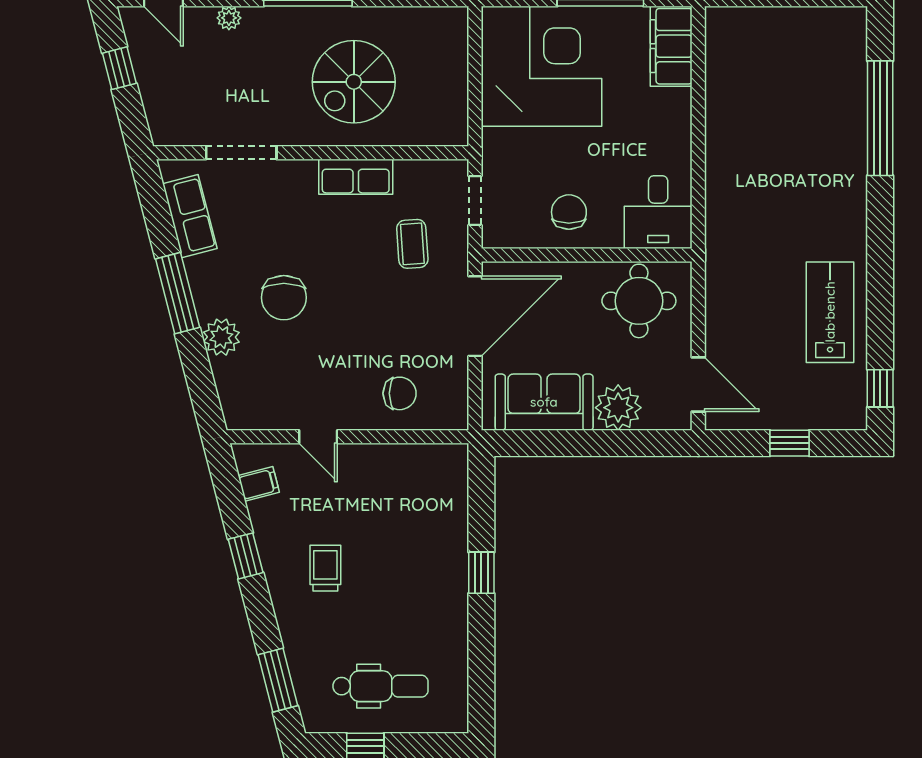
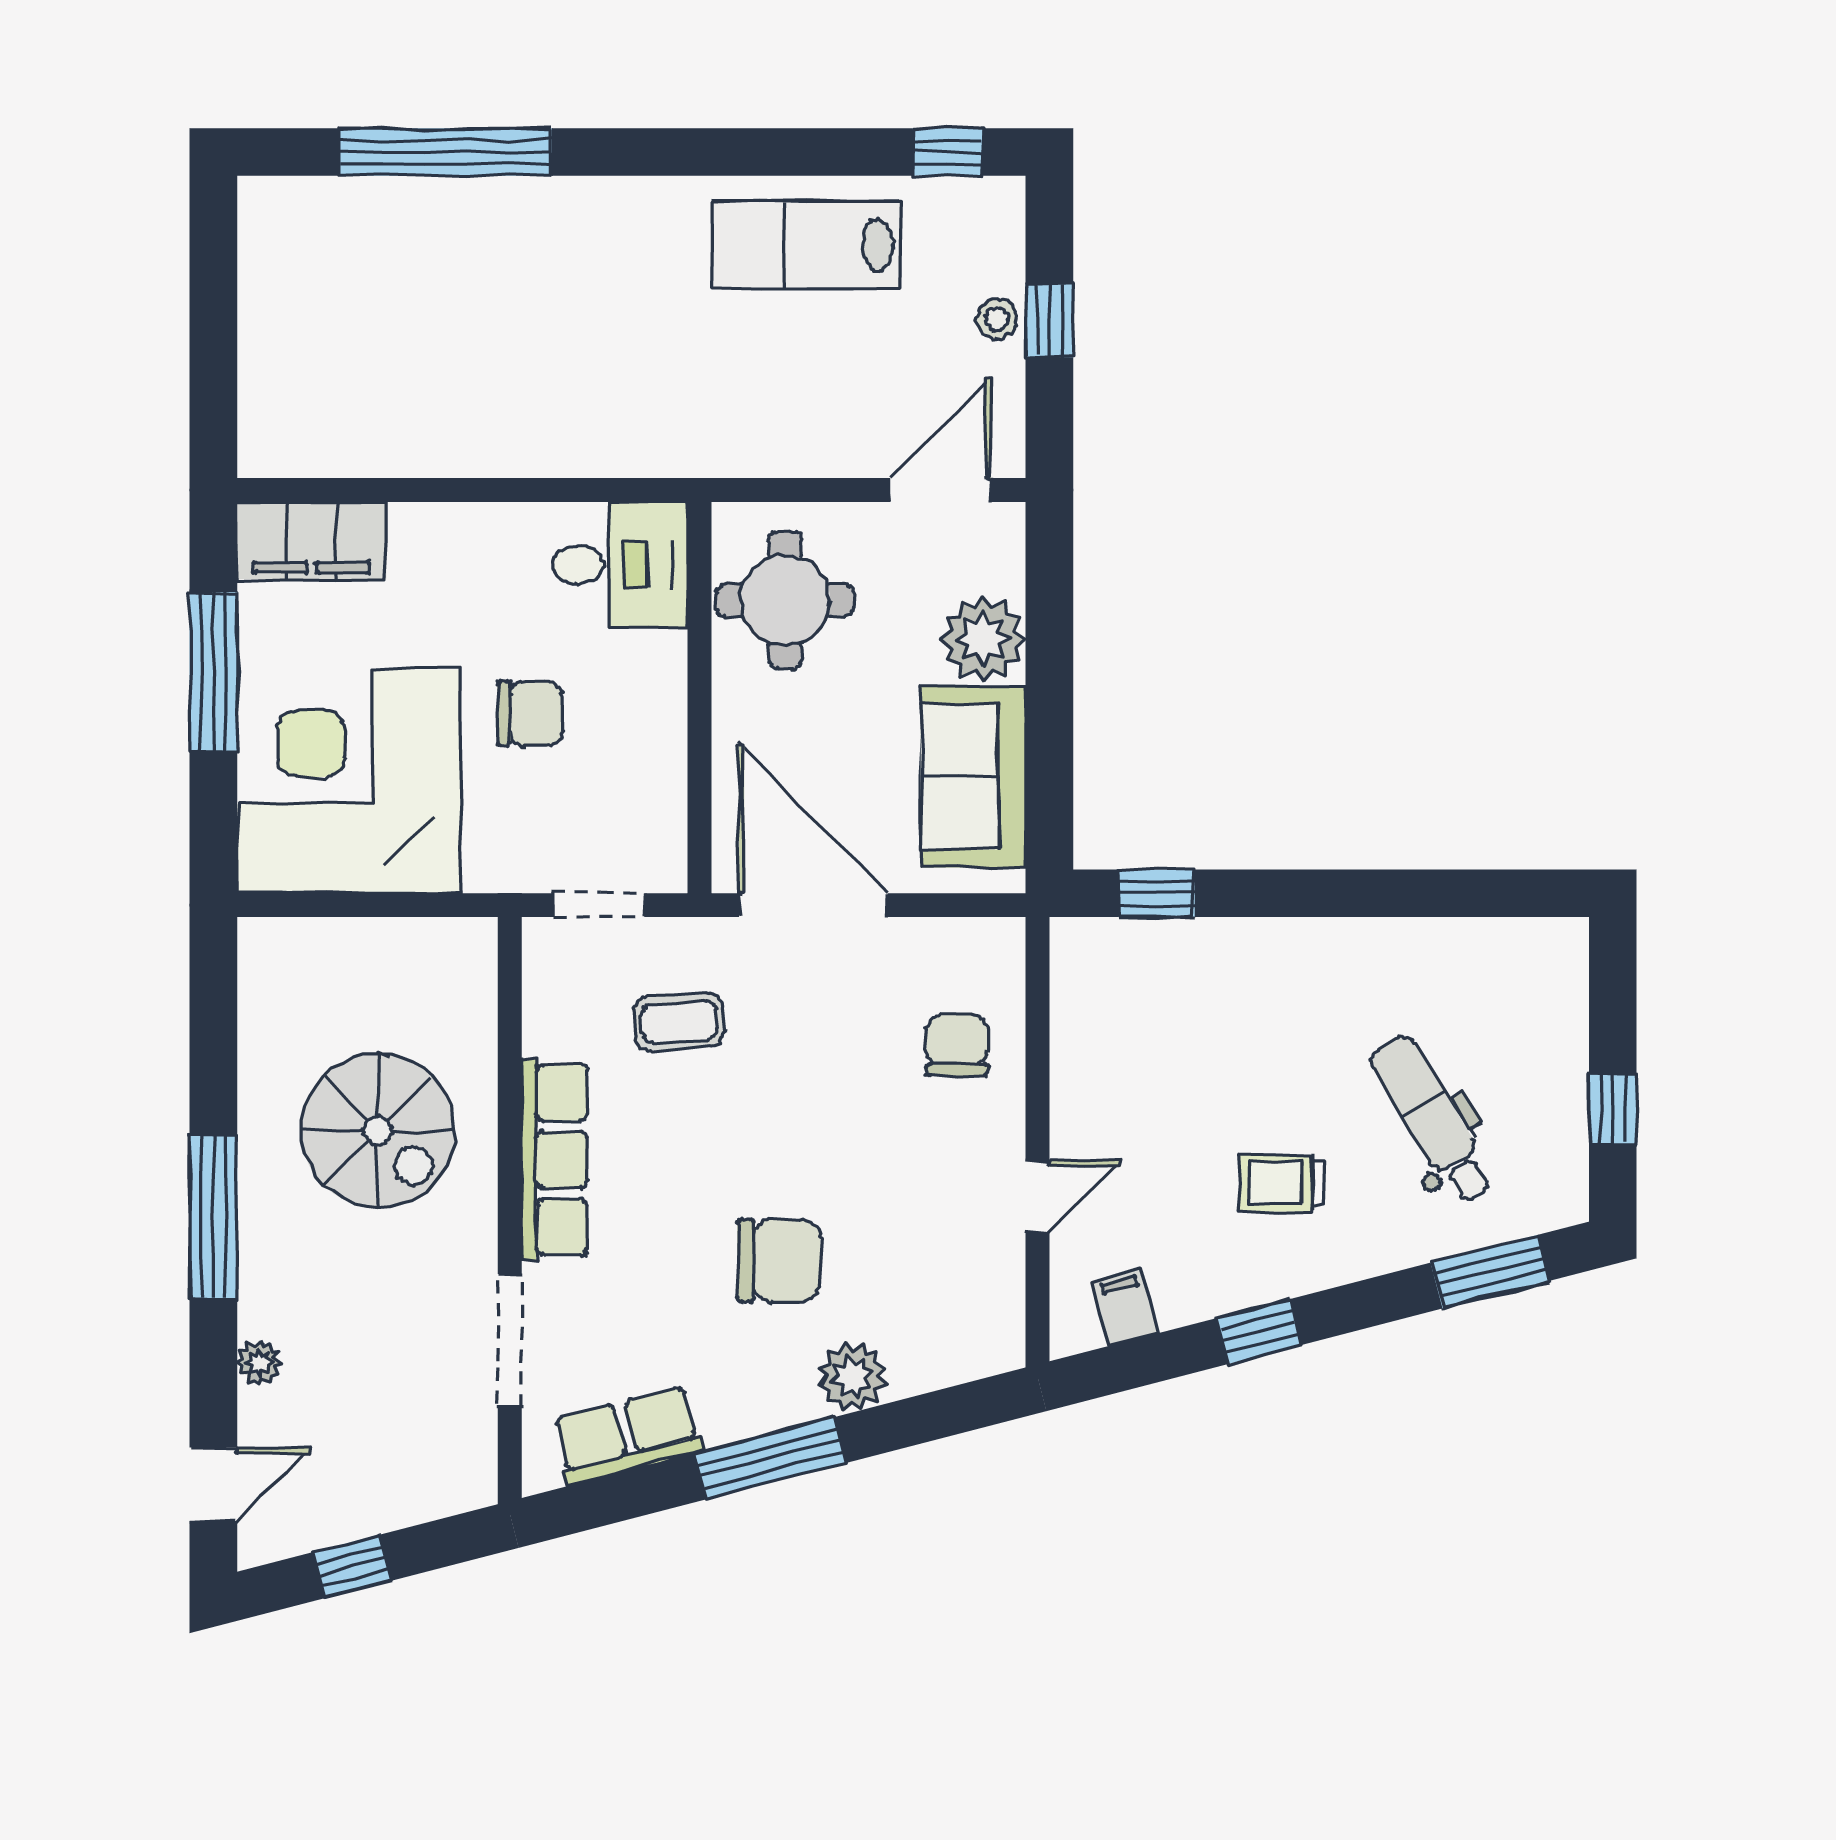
row of seats: (356, 177) -> (554, 1160), width x1.48
chair: (569, 212) -> (530, 713), moved, turned 180
stool: (790, 415) -> (997, 319), added
window: (481, 573) -> (1157, 893), moved
dental chair: (380, 686) -> (1433, 1120), moved, turned -31

